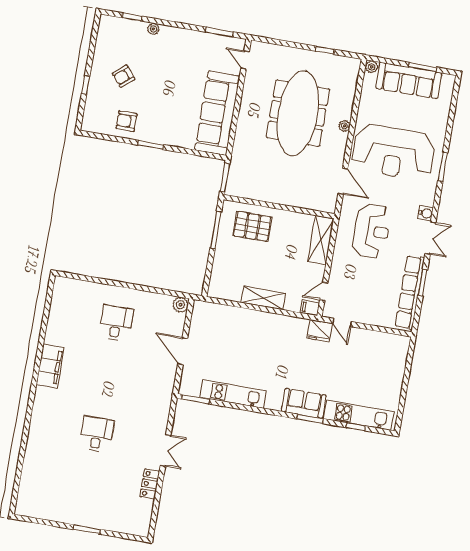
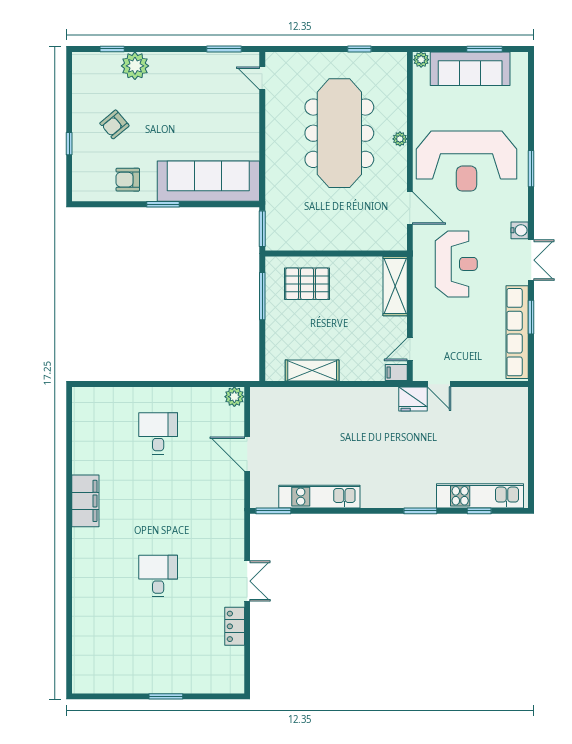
plant: (153, 29) -> (135, 66), width x1.87, depth x1.87
sofa: (217, 113) -> (208, 181), moved, turned 90
shelving: (263, 298) -> (312, 371), moved
sofa: (304, 403) -> (409, 493), removed

